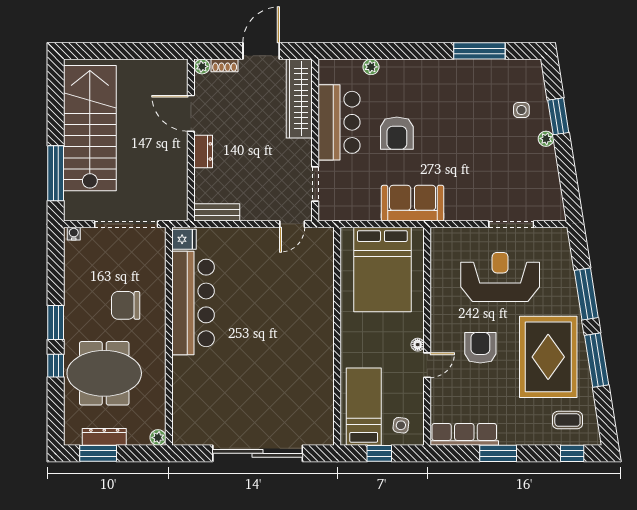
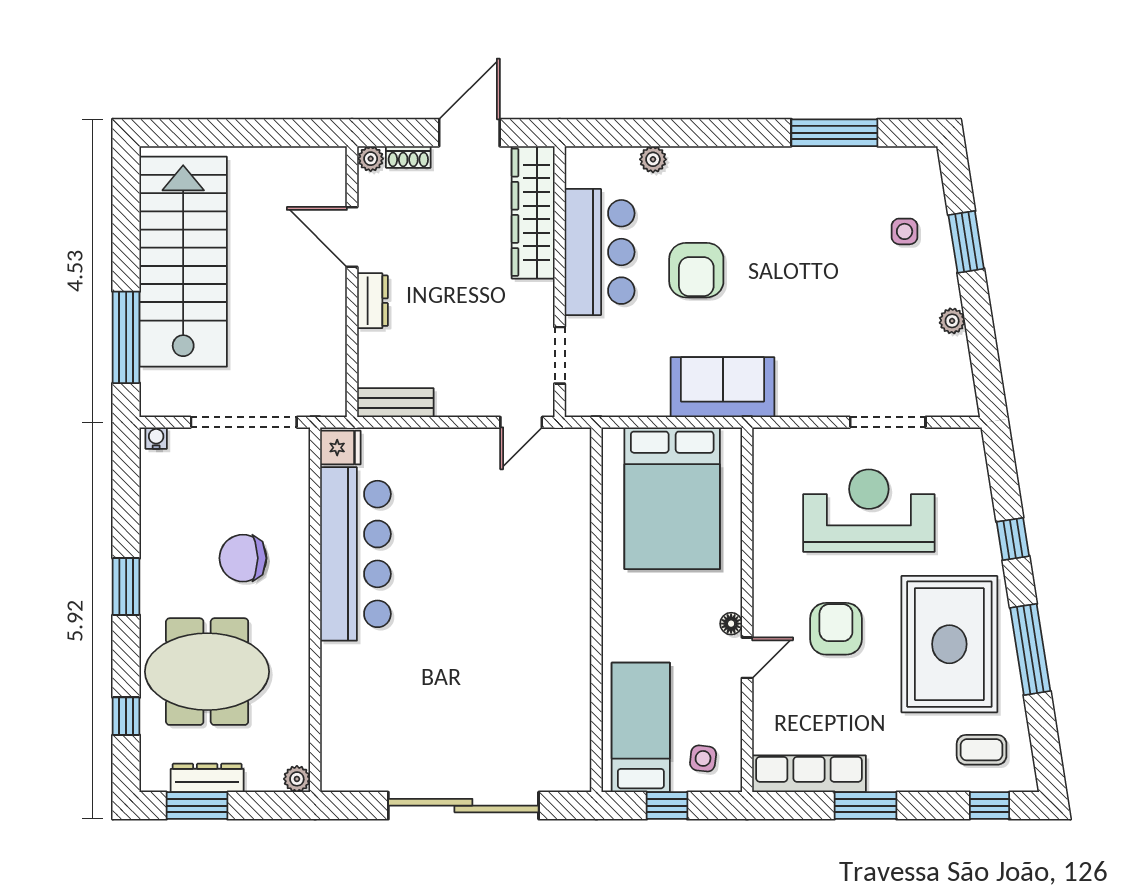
plant: (546, 139) -> (952, 321), moved
window: (586, 294) -> (1013, 539), width x0.46
window: (56, 366) -> (126, 716), moved

